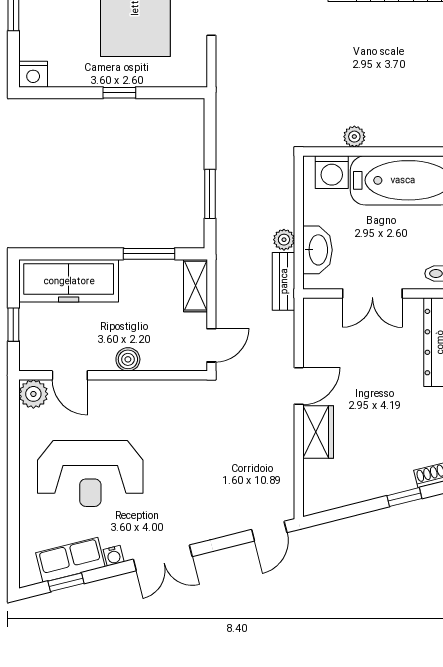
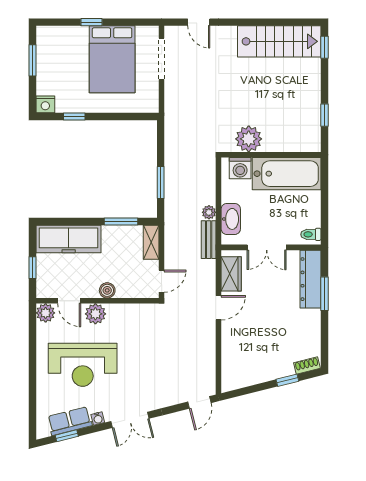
window: (119, 93) -> (74, 116), moved
plant: (354, 137) -> (249, 139), width x1.88, depth x1.88
plant: (110, 395) -> (95, 314), added
wardrobe: (318, 432) -> (231, 274), moved

